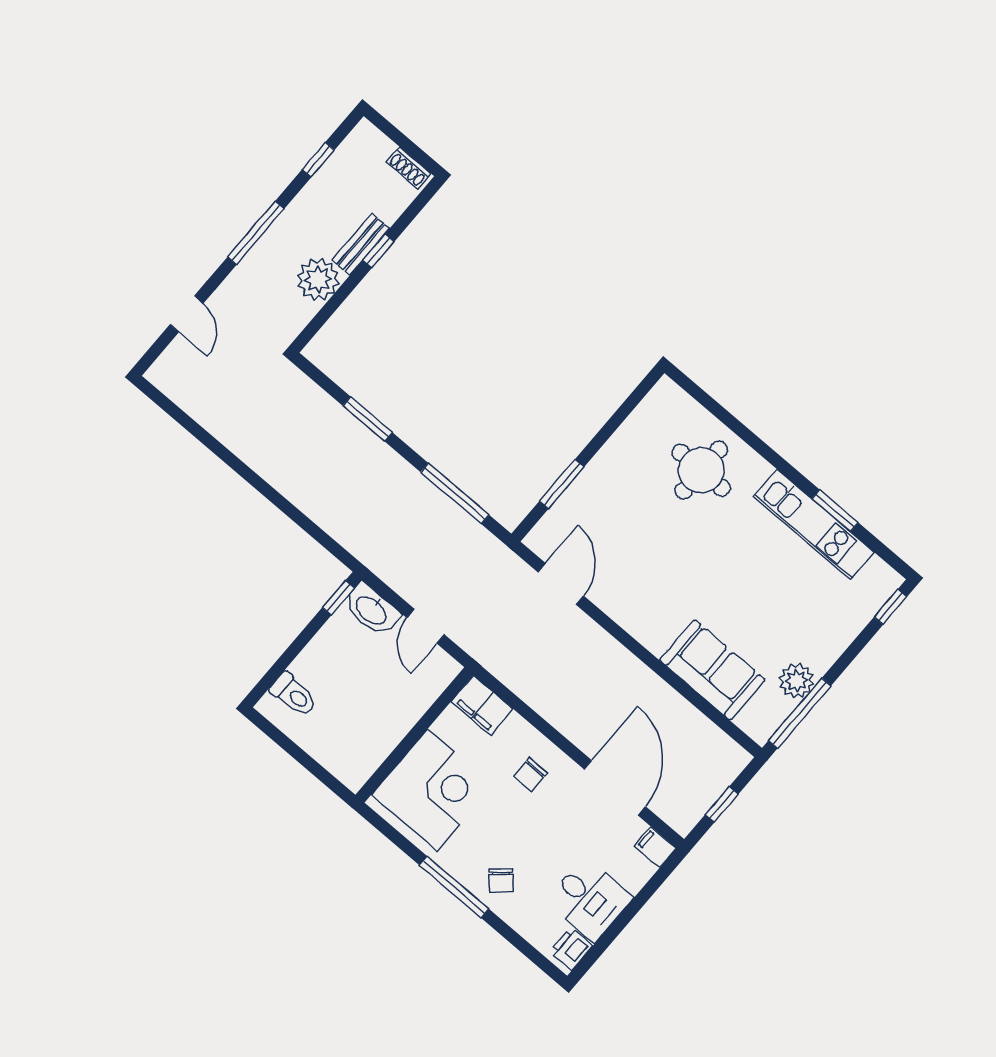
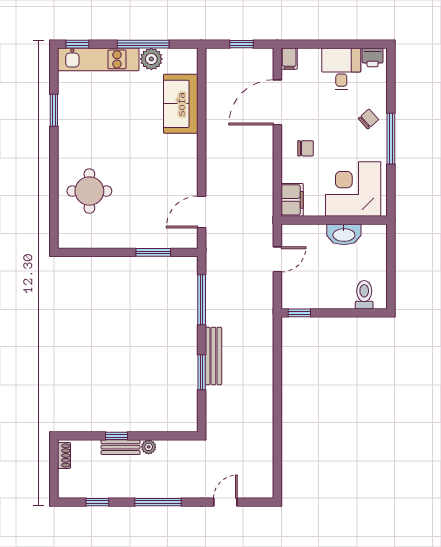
plant: (318, 279) -> (149, 447), width x0.53, depth x0.53
bench: (375, 450) -> (213, 356), added
kitchen unit: (814, 524) -> (98, 59), moved, turned 90
washbasin: (372, 610) -> (344, 234), moved, turned 90
window: (800, 713) -> (143, 44), moved

